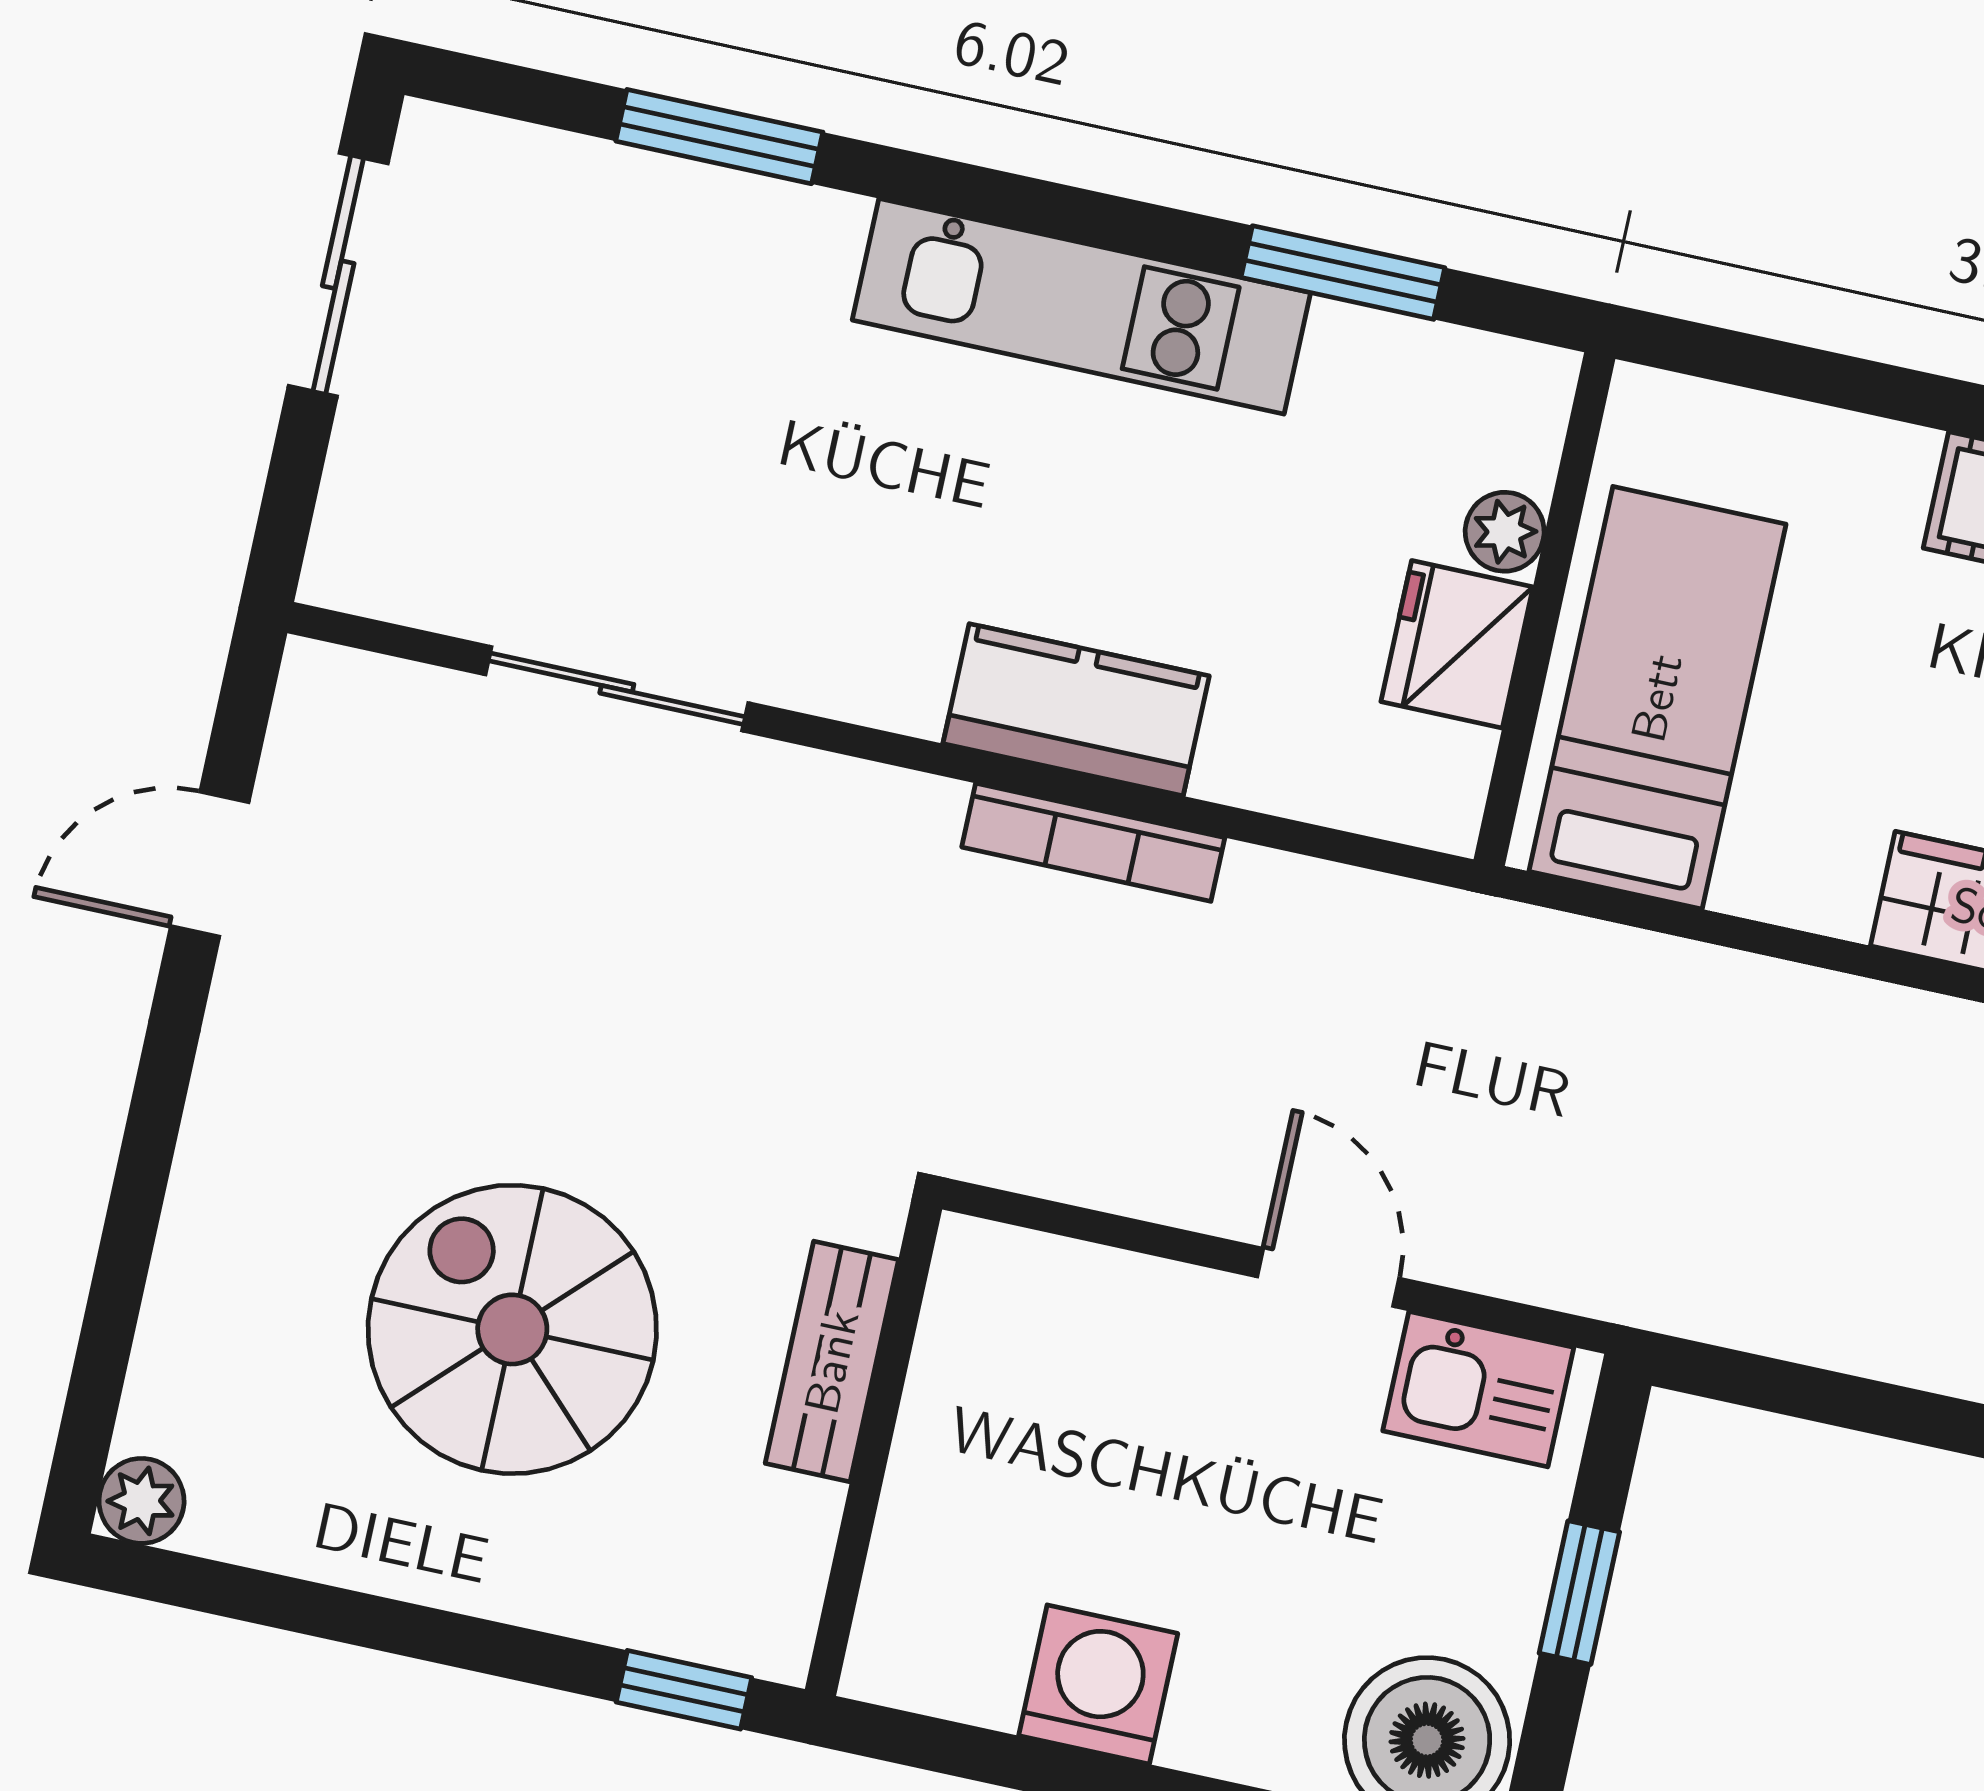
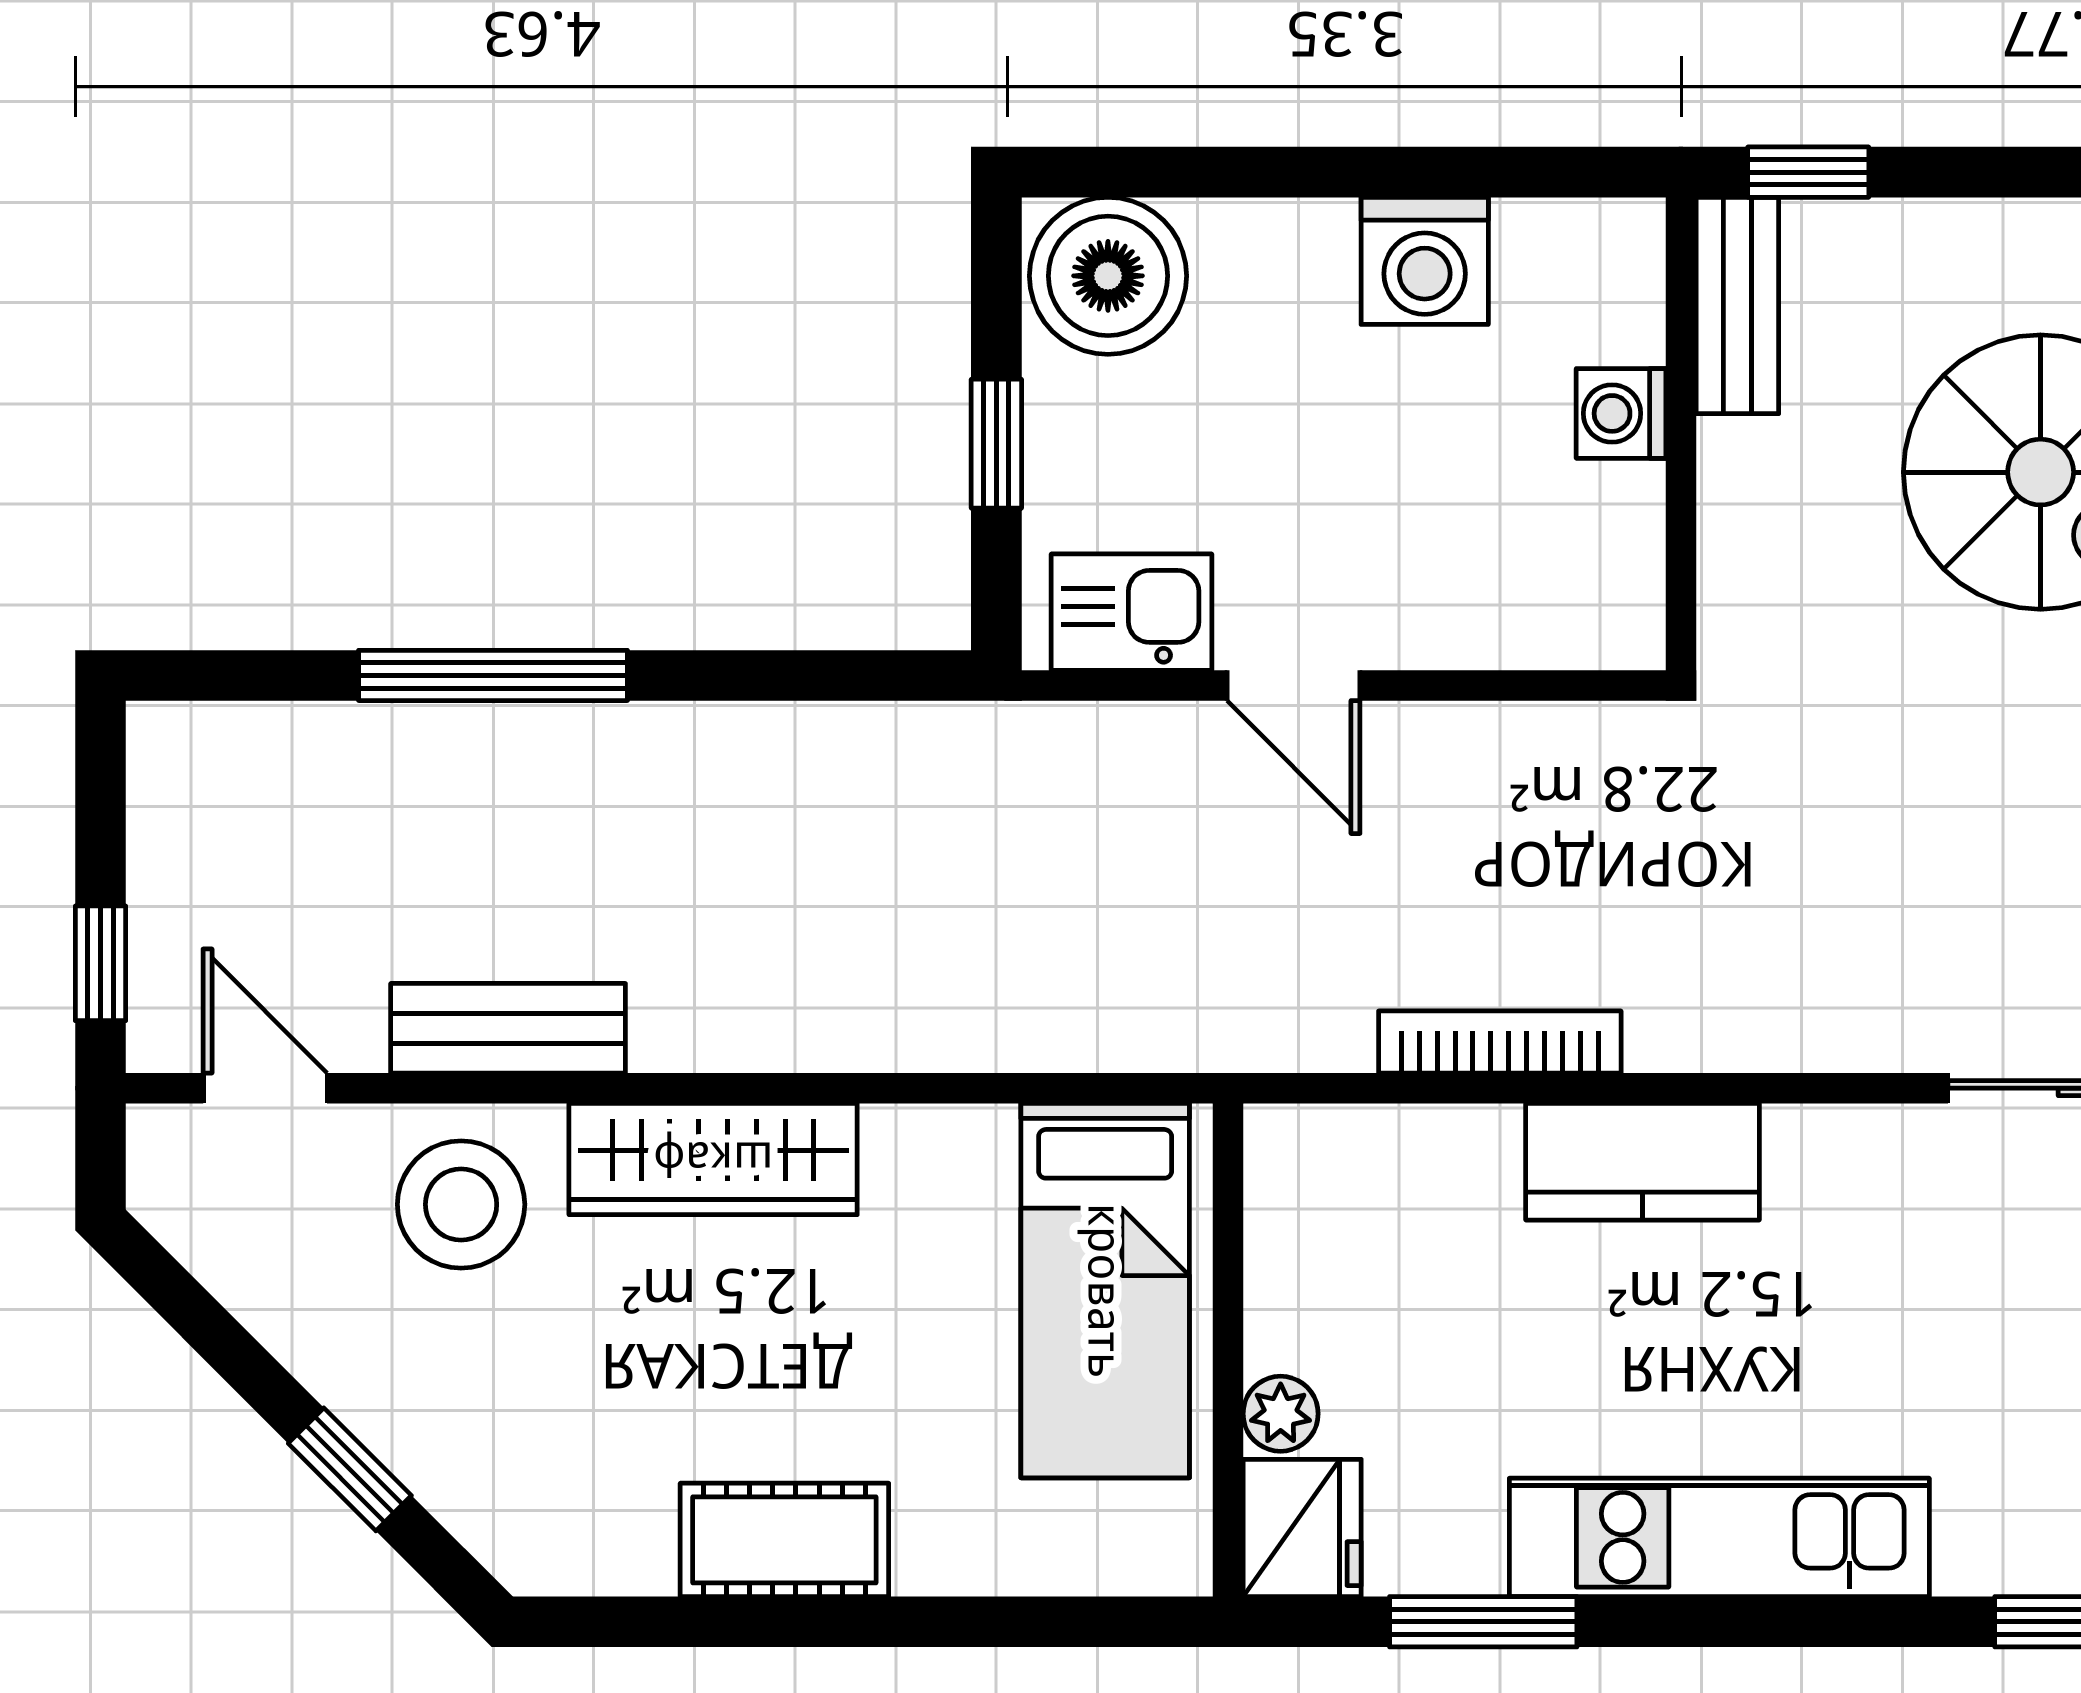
fridge: (1457, 644) -> (1302, 1528), moved
bookcase: (1093, 842) -> (1500, 1042), moved
bench: (832, 1362) -> (1737, 305), moved
washing machine: (931, 1484) -> (1621, 413), added

